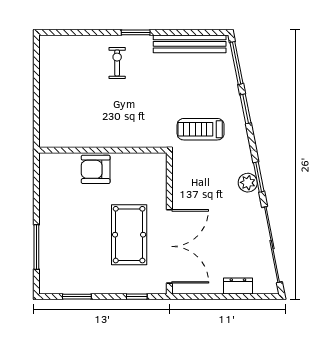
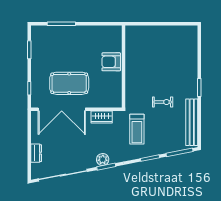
exercise bike: (117, 63) -> (163, 102), moved
treadmill: (201, 129) -> (137, 129), turned 180
armchair: (96, 169) -> (111, 62), turned -90
wardrobe: (181, 184) -> (102, 117), added

